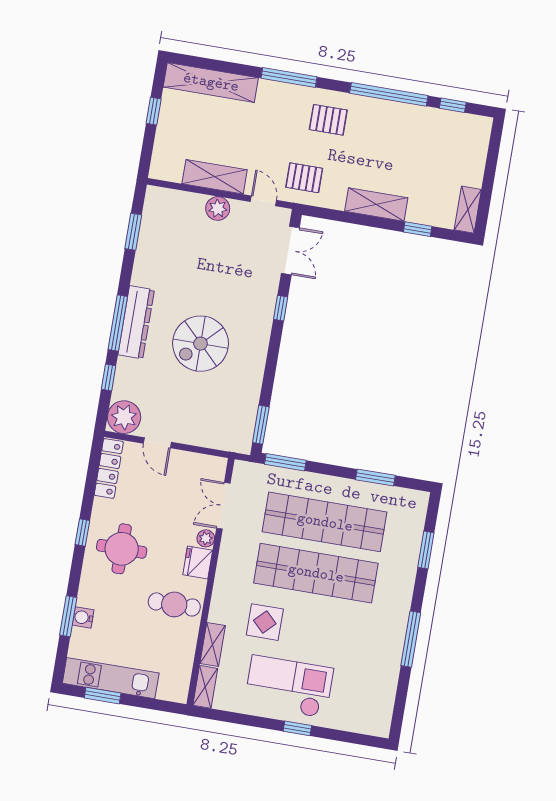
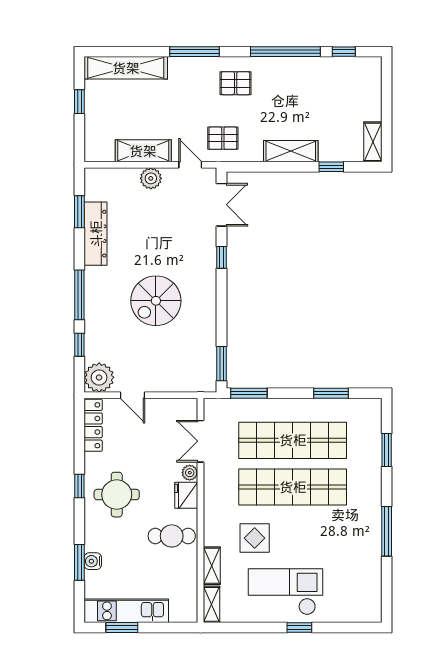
dresser: (136, 322) -> (96, 234), moved

